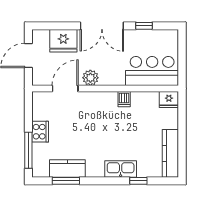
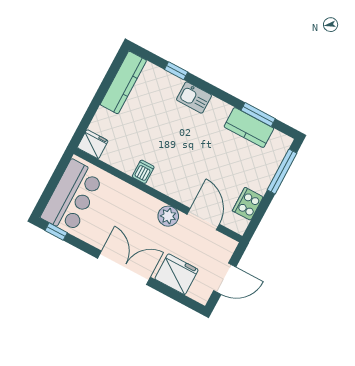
window: (144, 26) -> (56, 232), moved
bar counter: (152, 71) -> (72, 197), moved, turned -90
door: (65, 89) -> (203, 219), swing flipped
cooker: (40, 132) -> (248, 204), moved
kitchen sink: (121, 169) -> (194, 98), width x0.73

